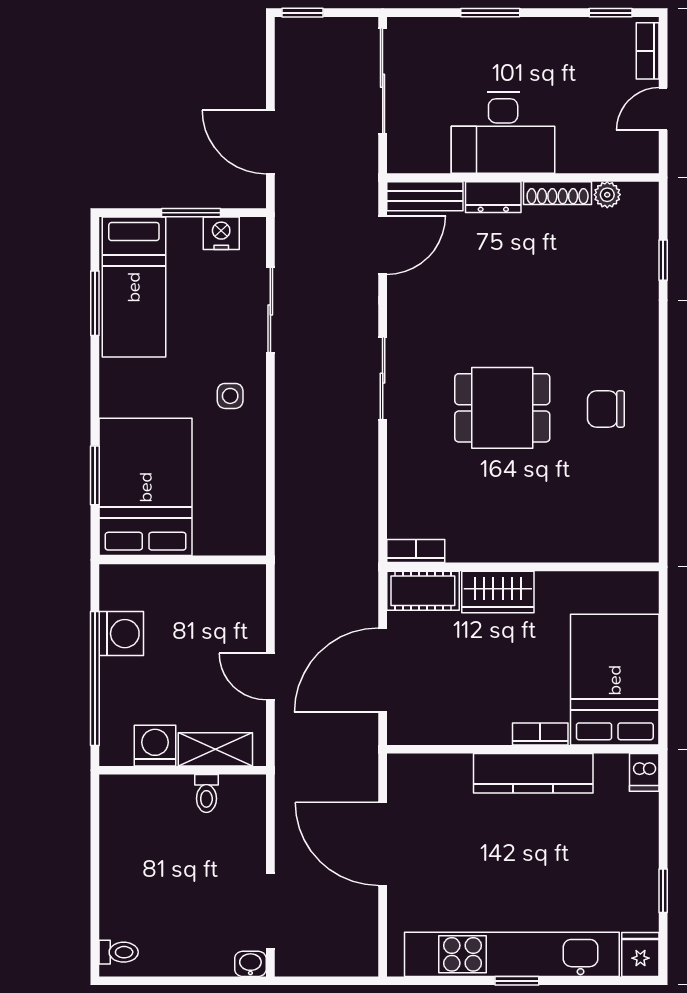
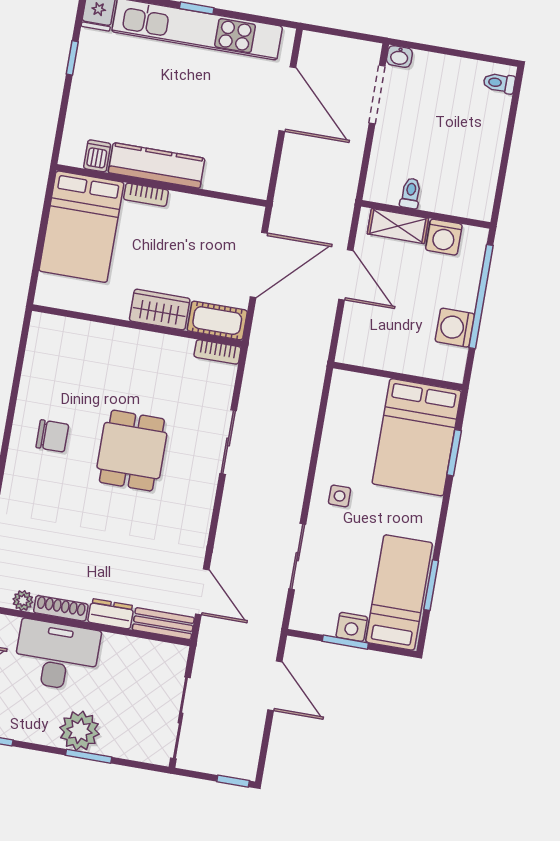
plant: (507, 43) -> (80, 731), added
desk: (503, 133) -> (57, 656), moved
nightstand: (221, 233) -> (352, 627), moved
door: (383, 245) -> (202, 592), swing flipped
sliding door: (383, 378) -> (228, 442), moved
dining table: (502, 408) -> (132, 451), turned 90
door: (270, 676) -> (346, 275), width x1.38
dishwasher: (644, 772) -> (97, 156), moved
door: (383, 844) -> (287, 99), moved

